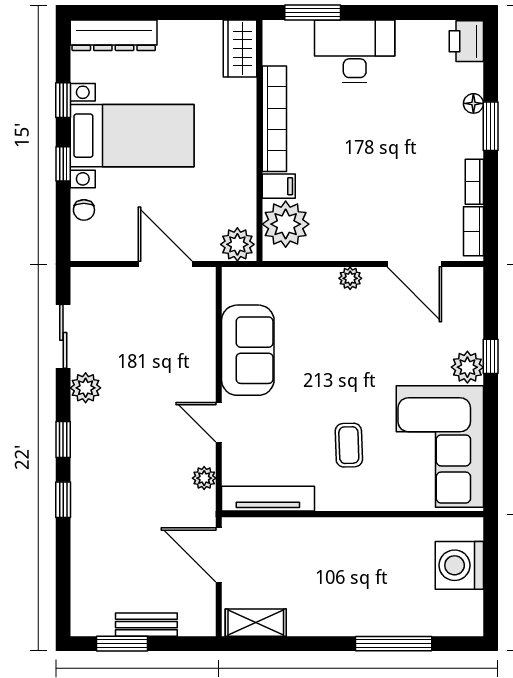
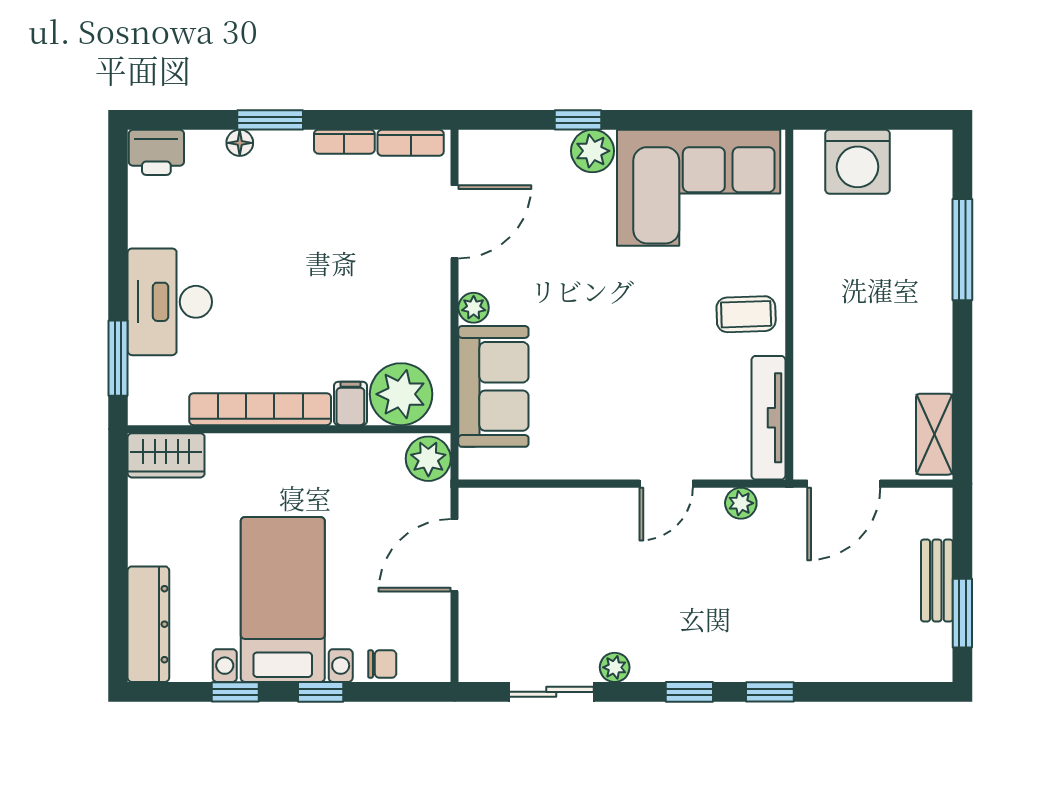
sofa: (248, 350) -> (493, 386), moved, turned 90
plant: (86, 388) -> (615, 667), width x0.73, depth x0.73
coffee table: (349, 445) -> (746, 314), moved

